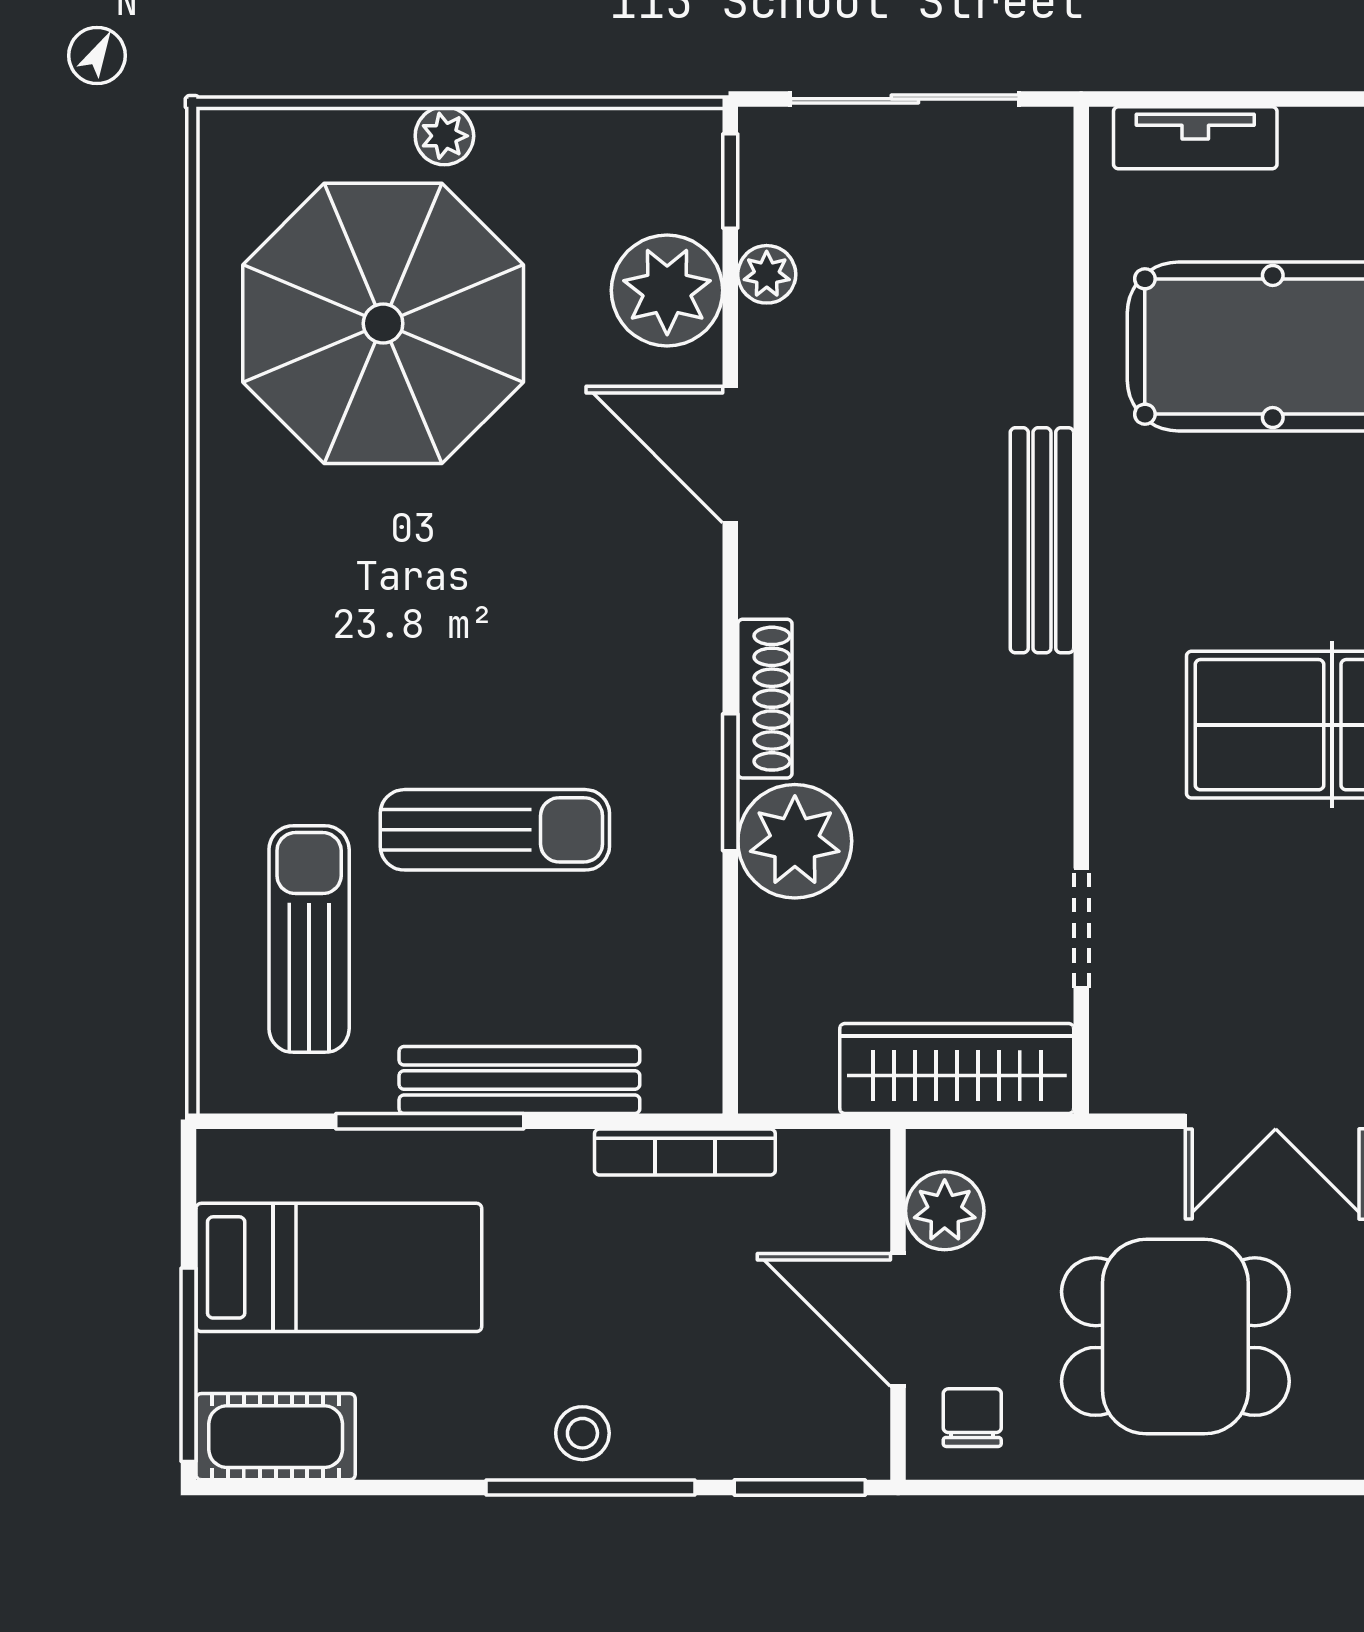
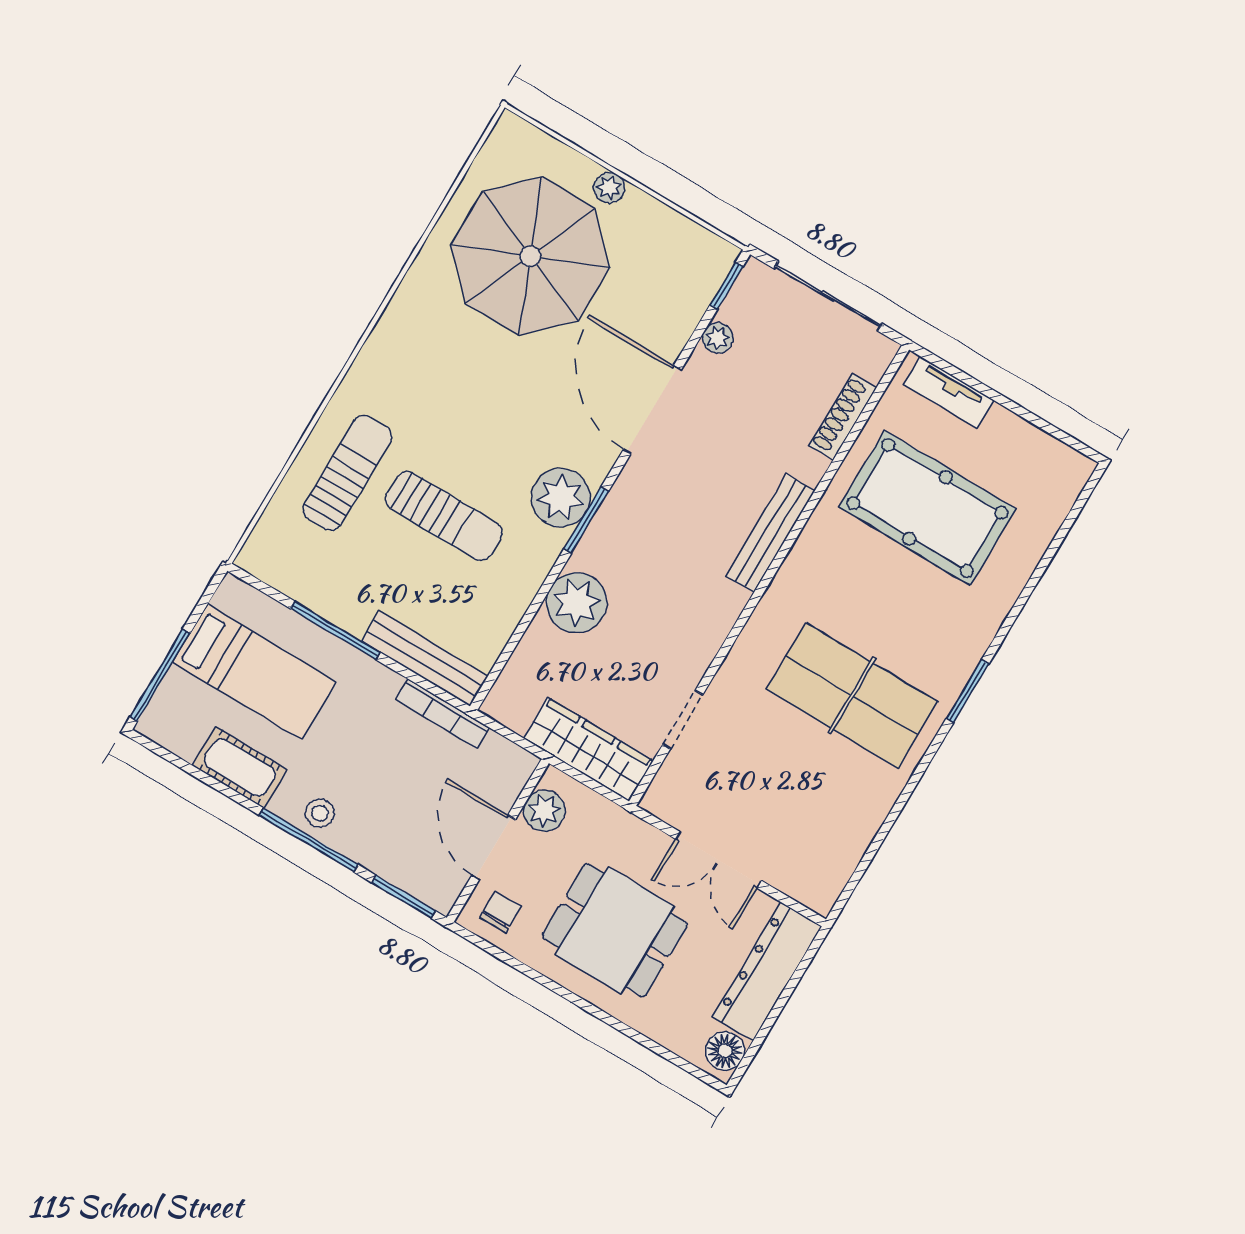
plant: (667, 290) -> (561, 498), moved
door: (730, 454) -> (652, 410), width x1.36
shoe rack: (765, 699) -> (843, 417), moved, turned 180
window: (730, 782) -> (586, 520), moved
sun lounger: (309, 939) -> (347, 473), moved
bench: (519, 1080) -> (425, 659), moved
cot: (276, 1437) -> (240, 767), moved

